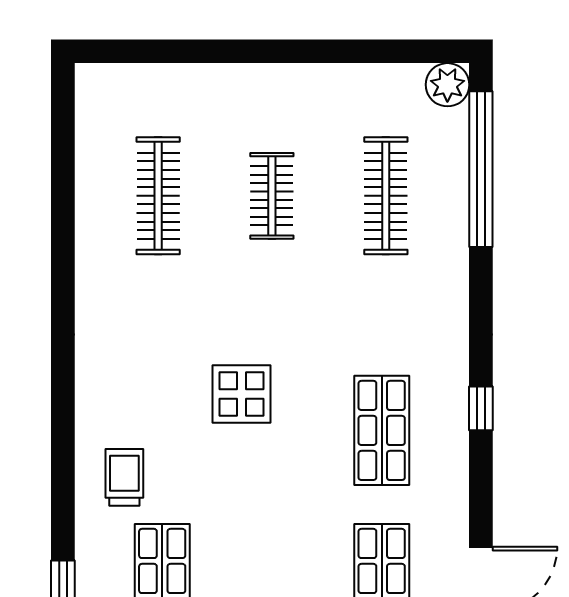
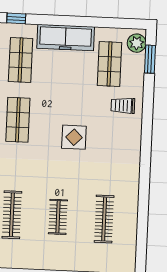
trolley: (124, 477) -> (123, 106), turned 90

